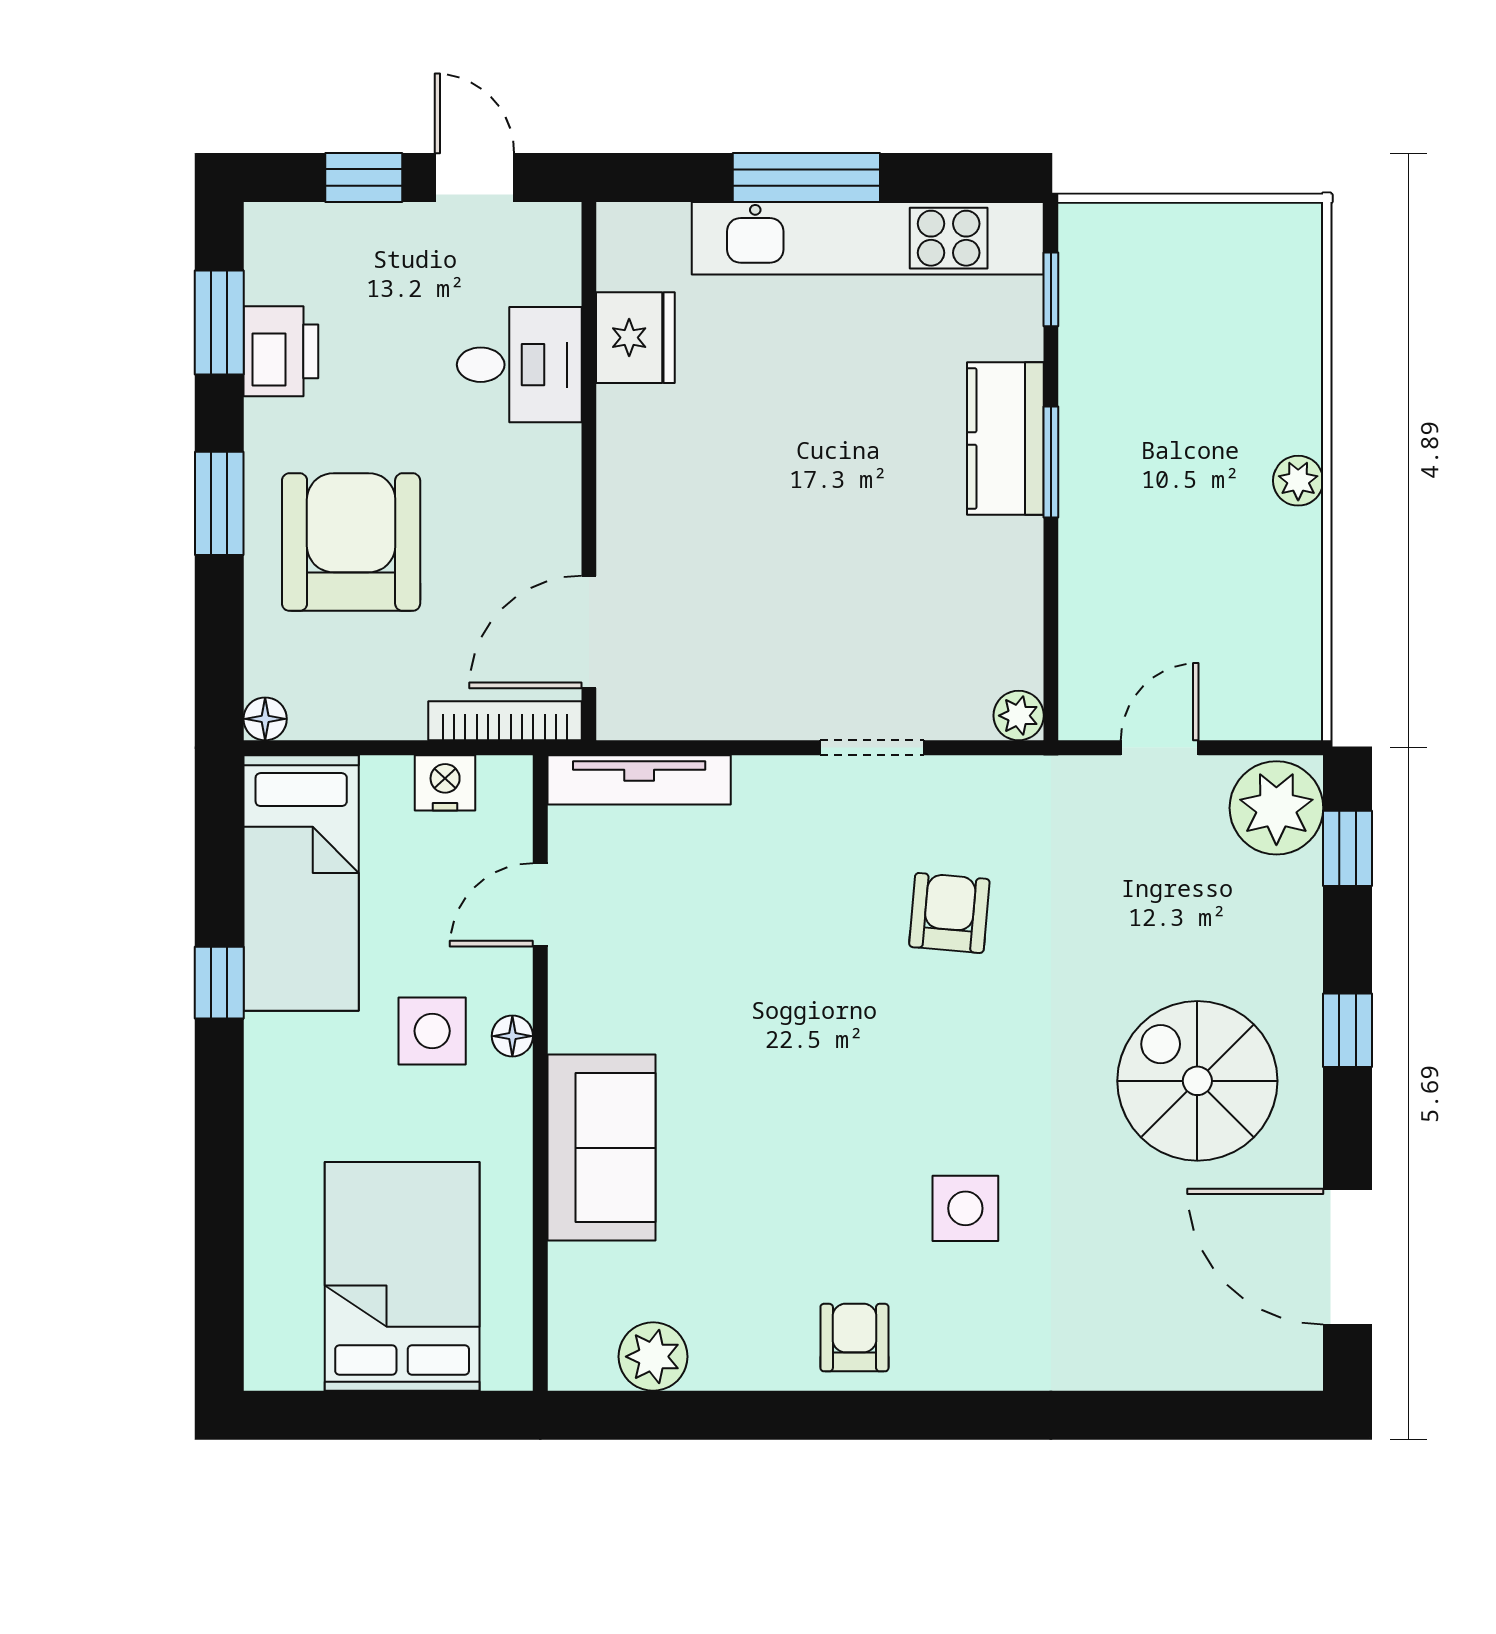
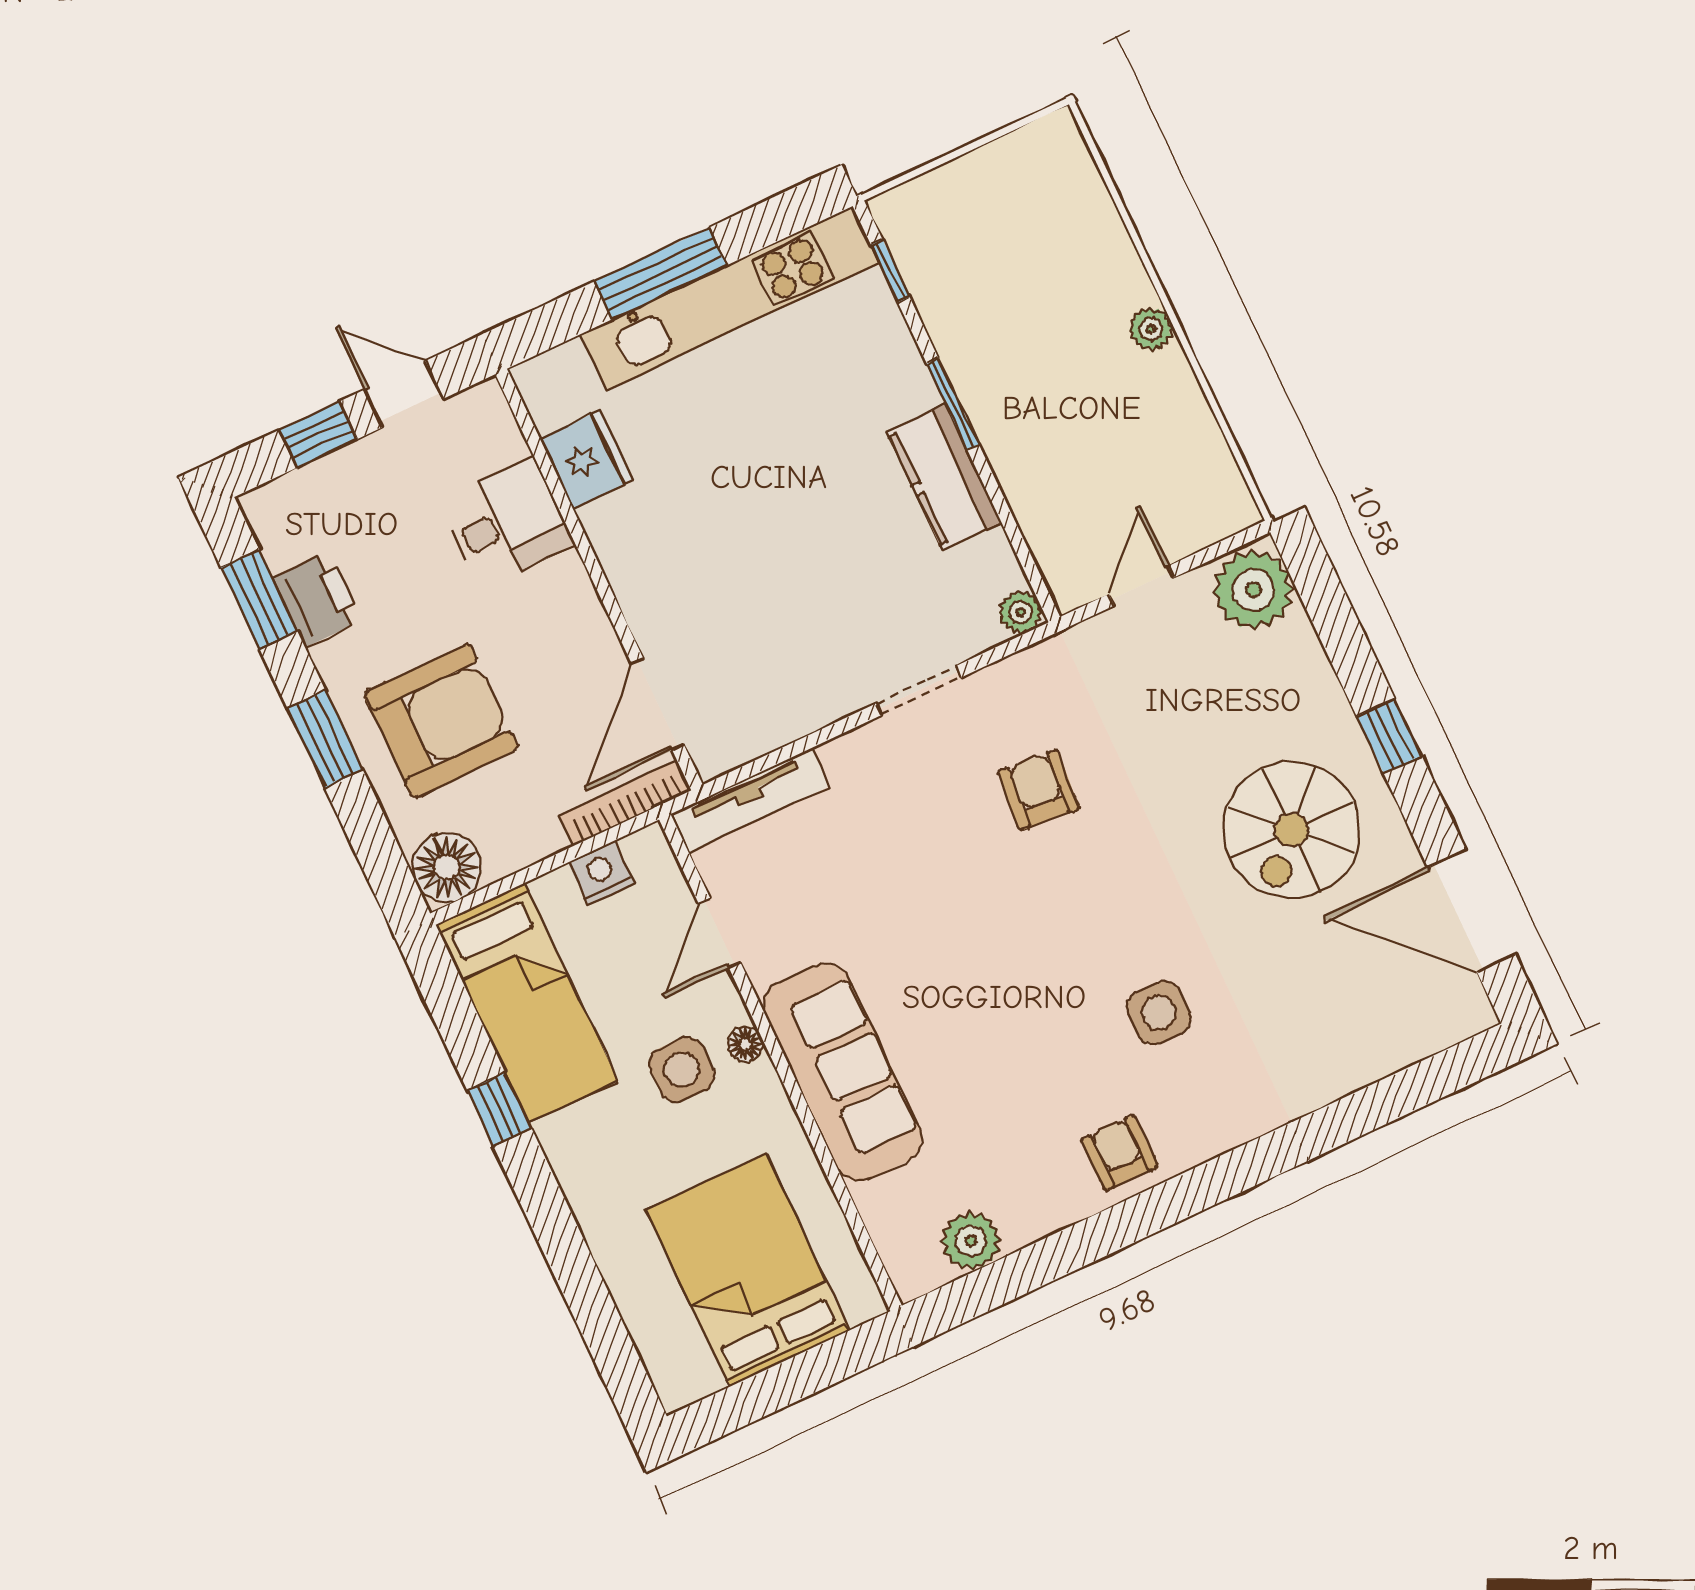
kitchen counter: (1005, 438) -> (944, 477), moved
armchair: (351, 542) -> (441, 721), turned 90
floor lamp: (265, 719) -> (447, 867), width x1.89, depth x1.89
window: (1348, 848) -> (1323, 595), removed
spiral stairs: (1197, 1081) -> (1291, 830), turned -90
sofa: (601, 1148) -> (843, 1072), width x1.36

